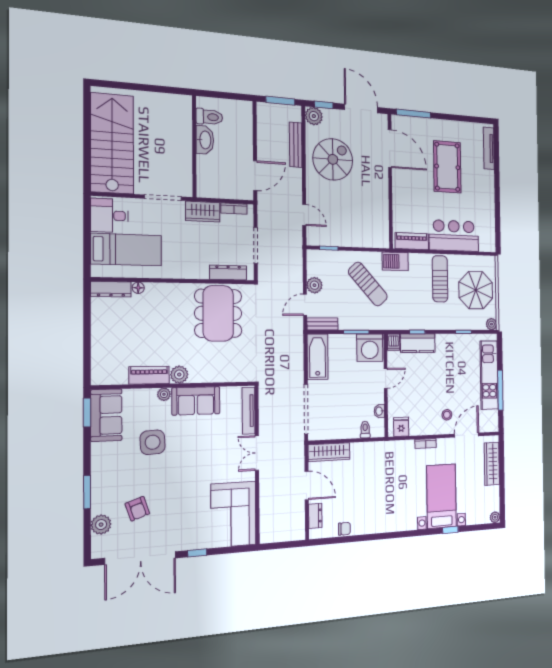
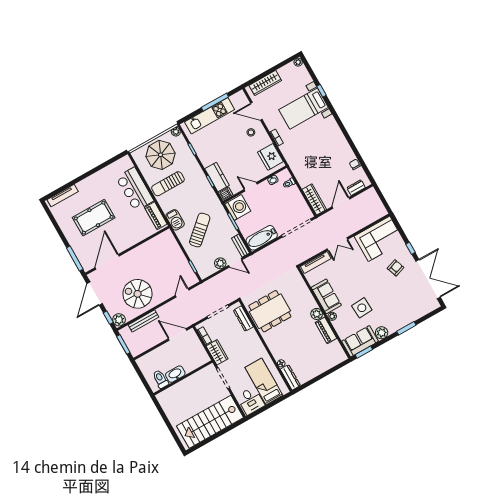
fridge: (401, 427) -> (270, 157), width x1.88, depth x1.34
armchair: (137, 509) -> (396, 268), moved
plant: (101, 525) -> (382, 333), moved

